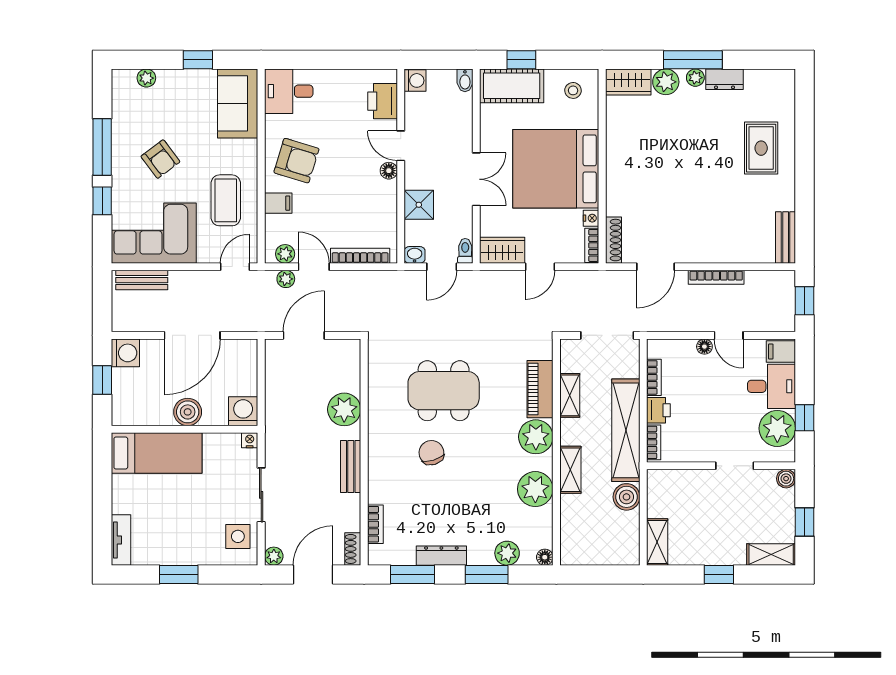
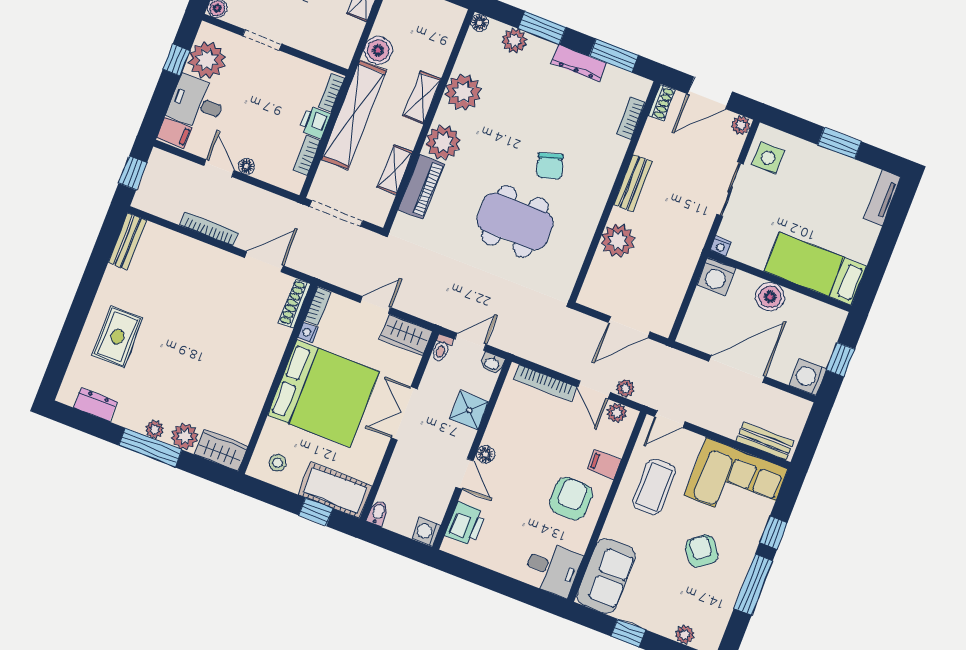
dresser: (725, 79) -> (95, 405), moved
armchair: (296, 161) -> (571, 499), turned 74

